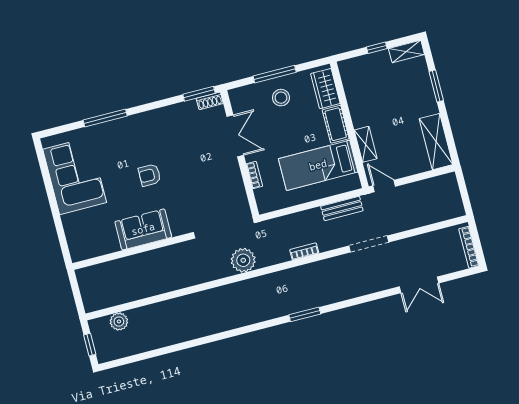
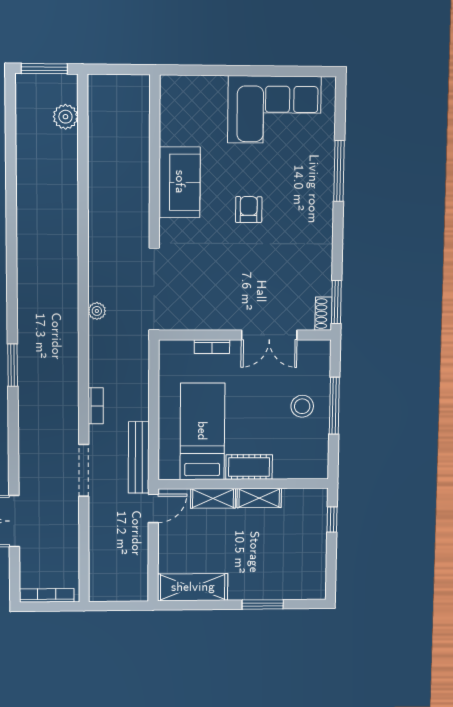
window: (377, 48) -> (332, 520), moved
shelving: (406, 51) -> (259, 498), moved, turned 90
wardrobe: (325, 89) -> (298, 465), removed
bench: (342, 208) -> (139, 457), width x1.36
bookcase: (304, 251) -> (96, 406), moved
plant: (243, 260) -> (97, 311), width x0.53, depth x0.53
window: (90, 345) -> (44, 69), width x1.50

